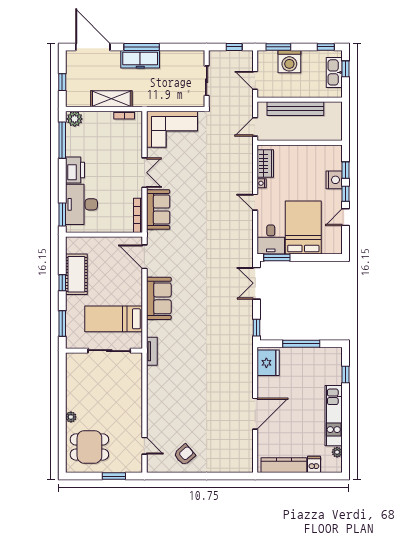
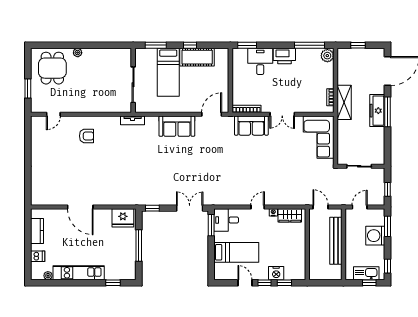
shelving: (111, 99) -> (344, 102), moved
desk: (81, 204) -> (260, 61), width x0.73
bed: (303, 228) -> (236, 252), width x0.67
bed: (114, 319) -> (168, 72), moved, turned 180
armchair: (184, 455) -> (86, 136), moved, turned -49
kitchen counter: (284, 465) -> (37, 231), width x0.67

